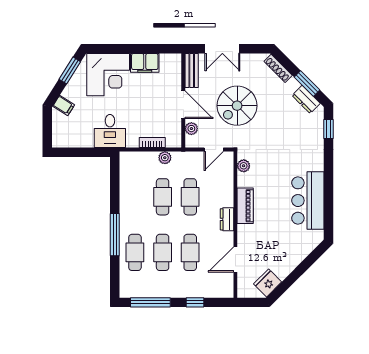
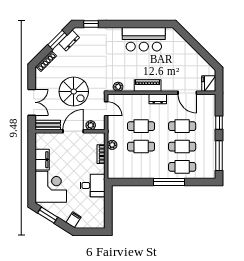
fridge: (268, 283) -> (209, 83), moved, turned 45

